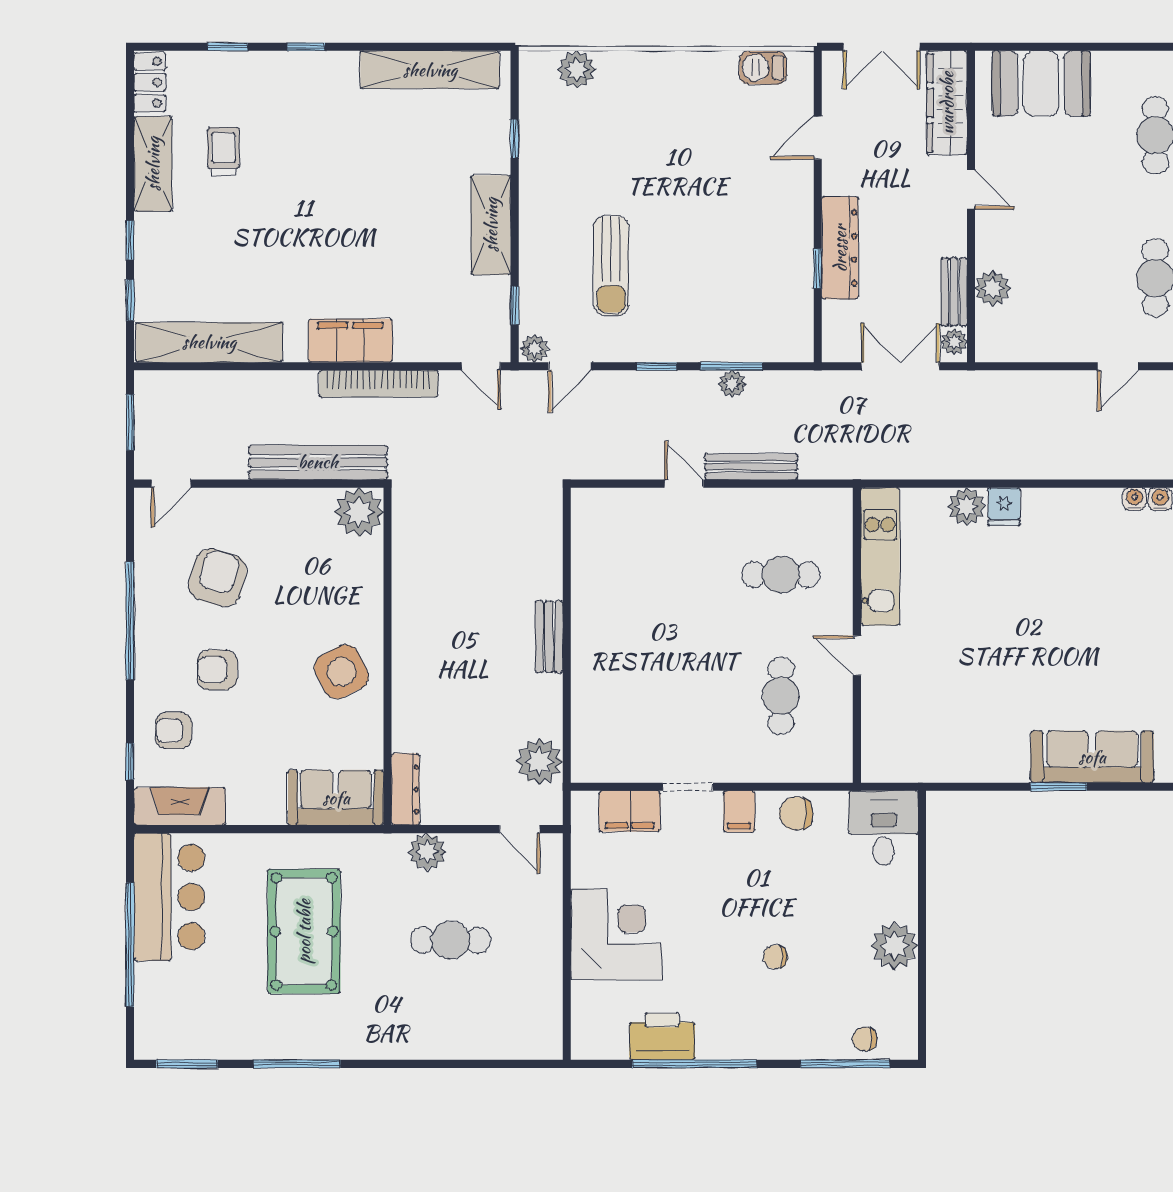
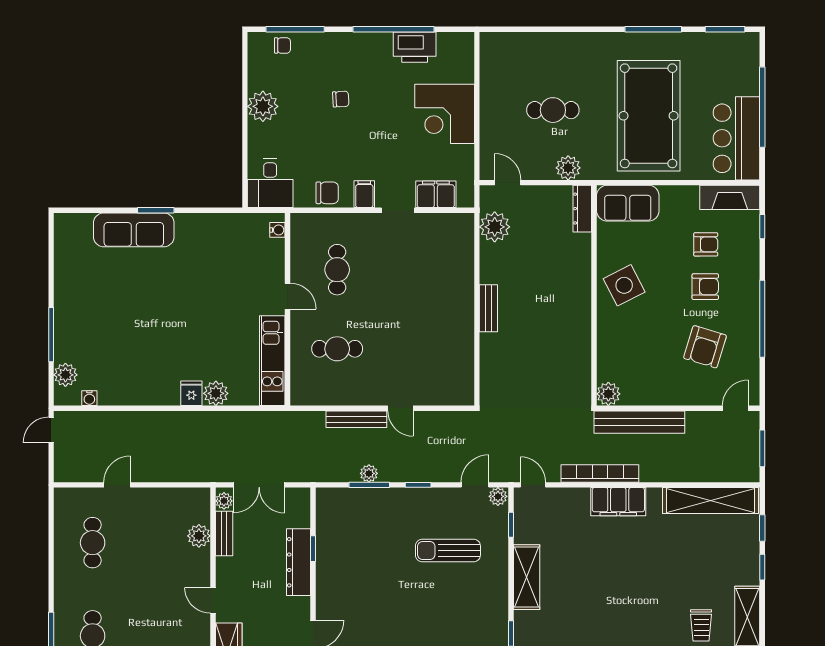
sun lounger: (611, 266) -> (448, 550), turned -90
water cooler: (1135, 499) -> (277, 230), moved, turned -90
plant: (359, 512) -> (608, 394), width x0.73, depth x0.73
armchair: (174, 731) -> (706, 244), moved
pool table: (304, 931) -> (649, 116), width x1.36, depth x1.32

